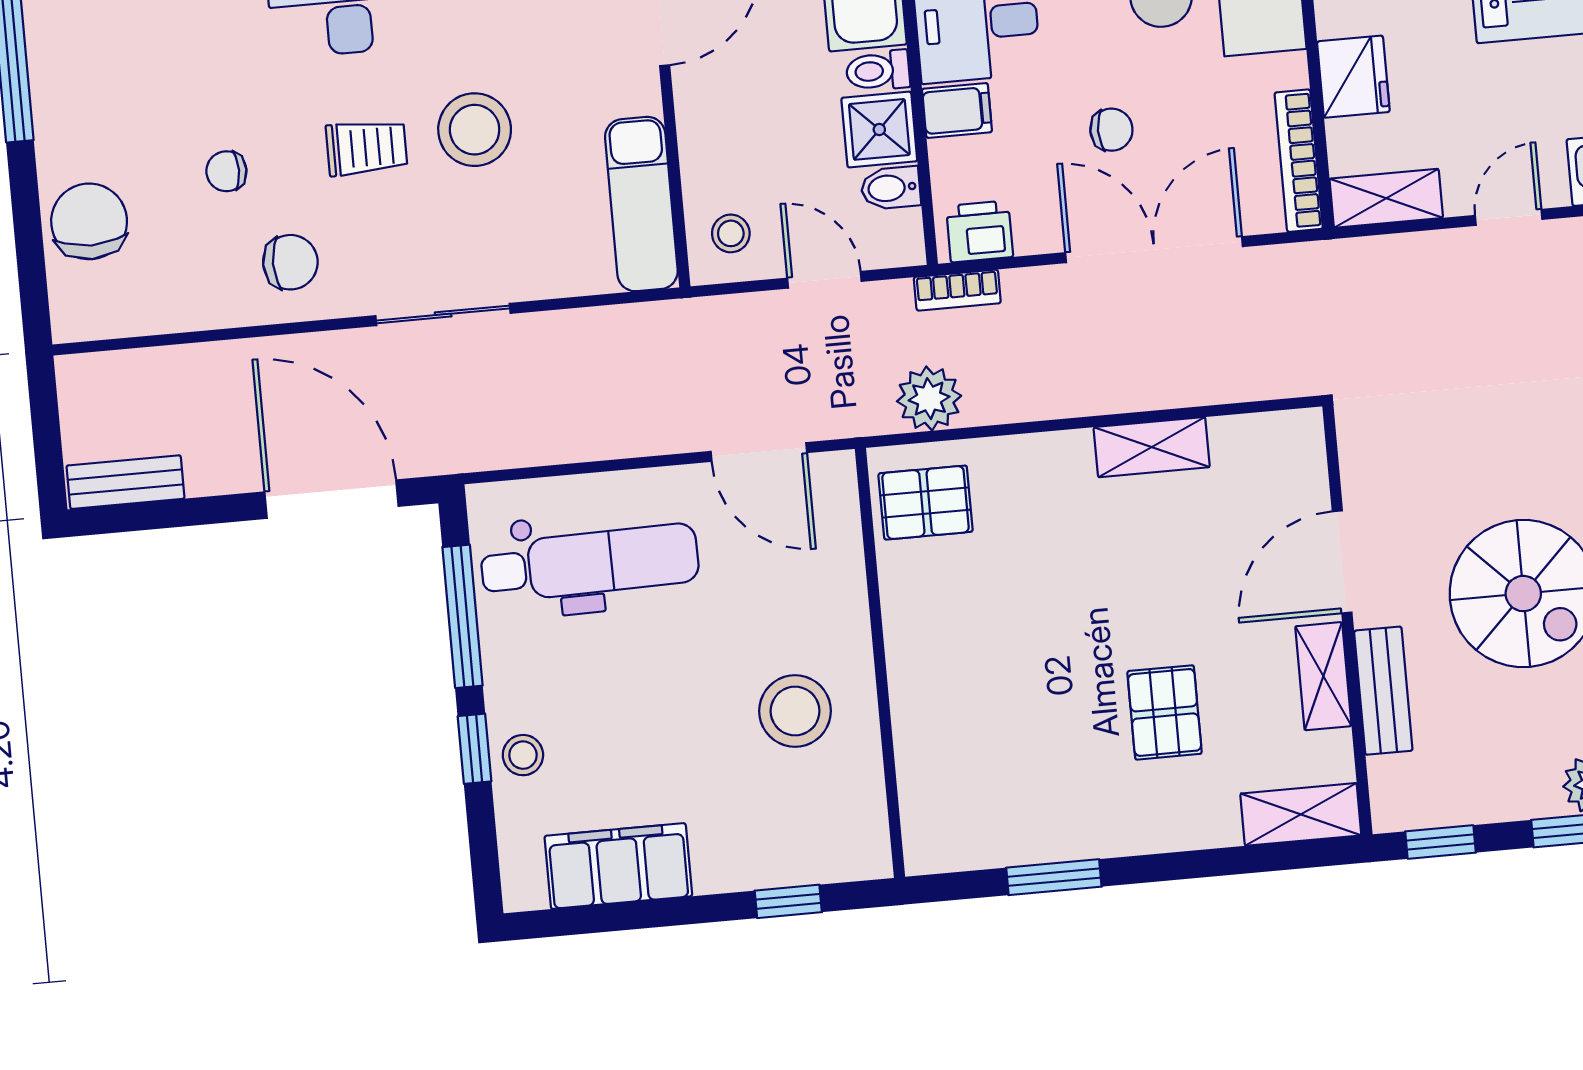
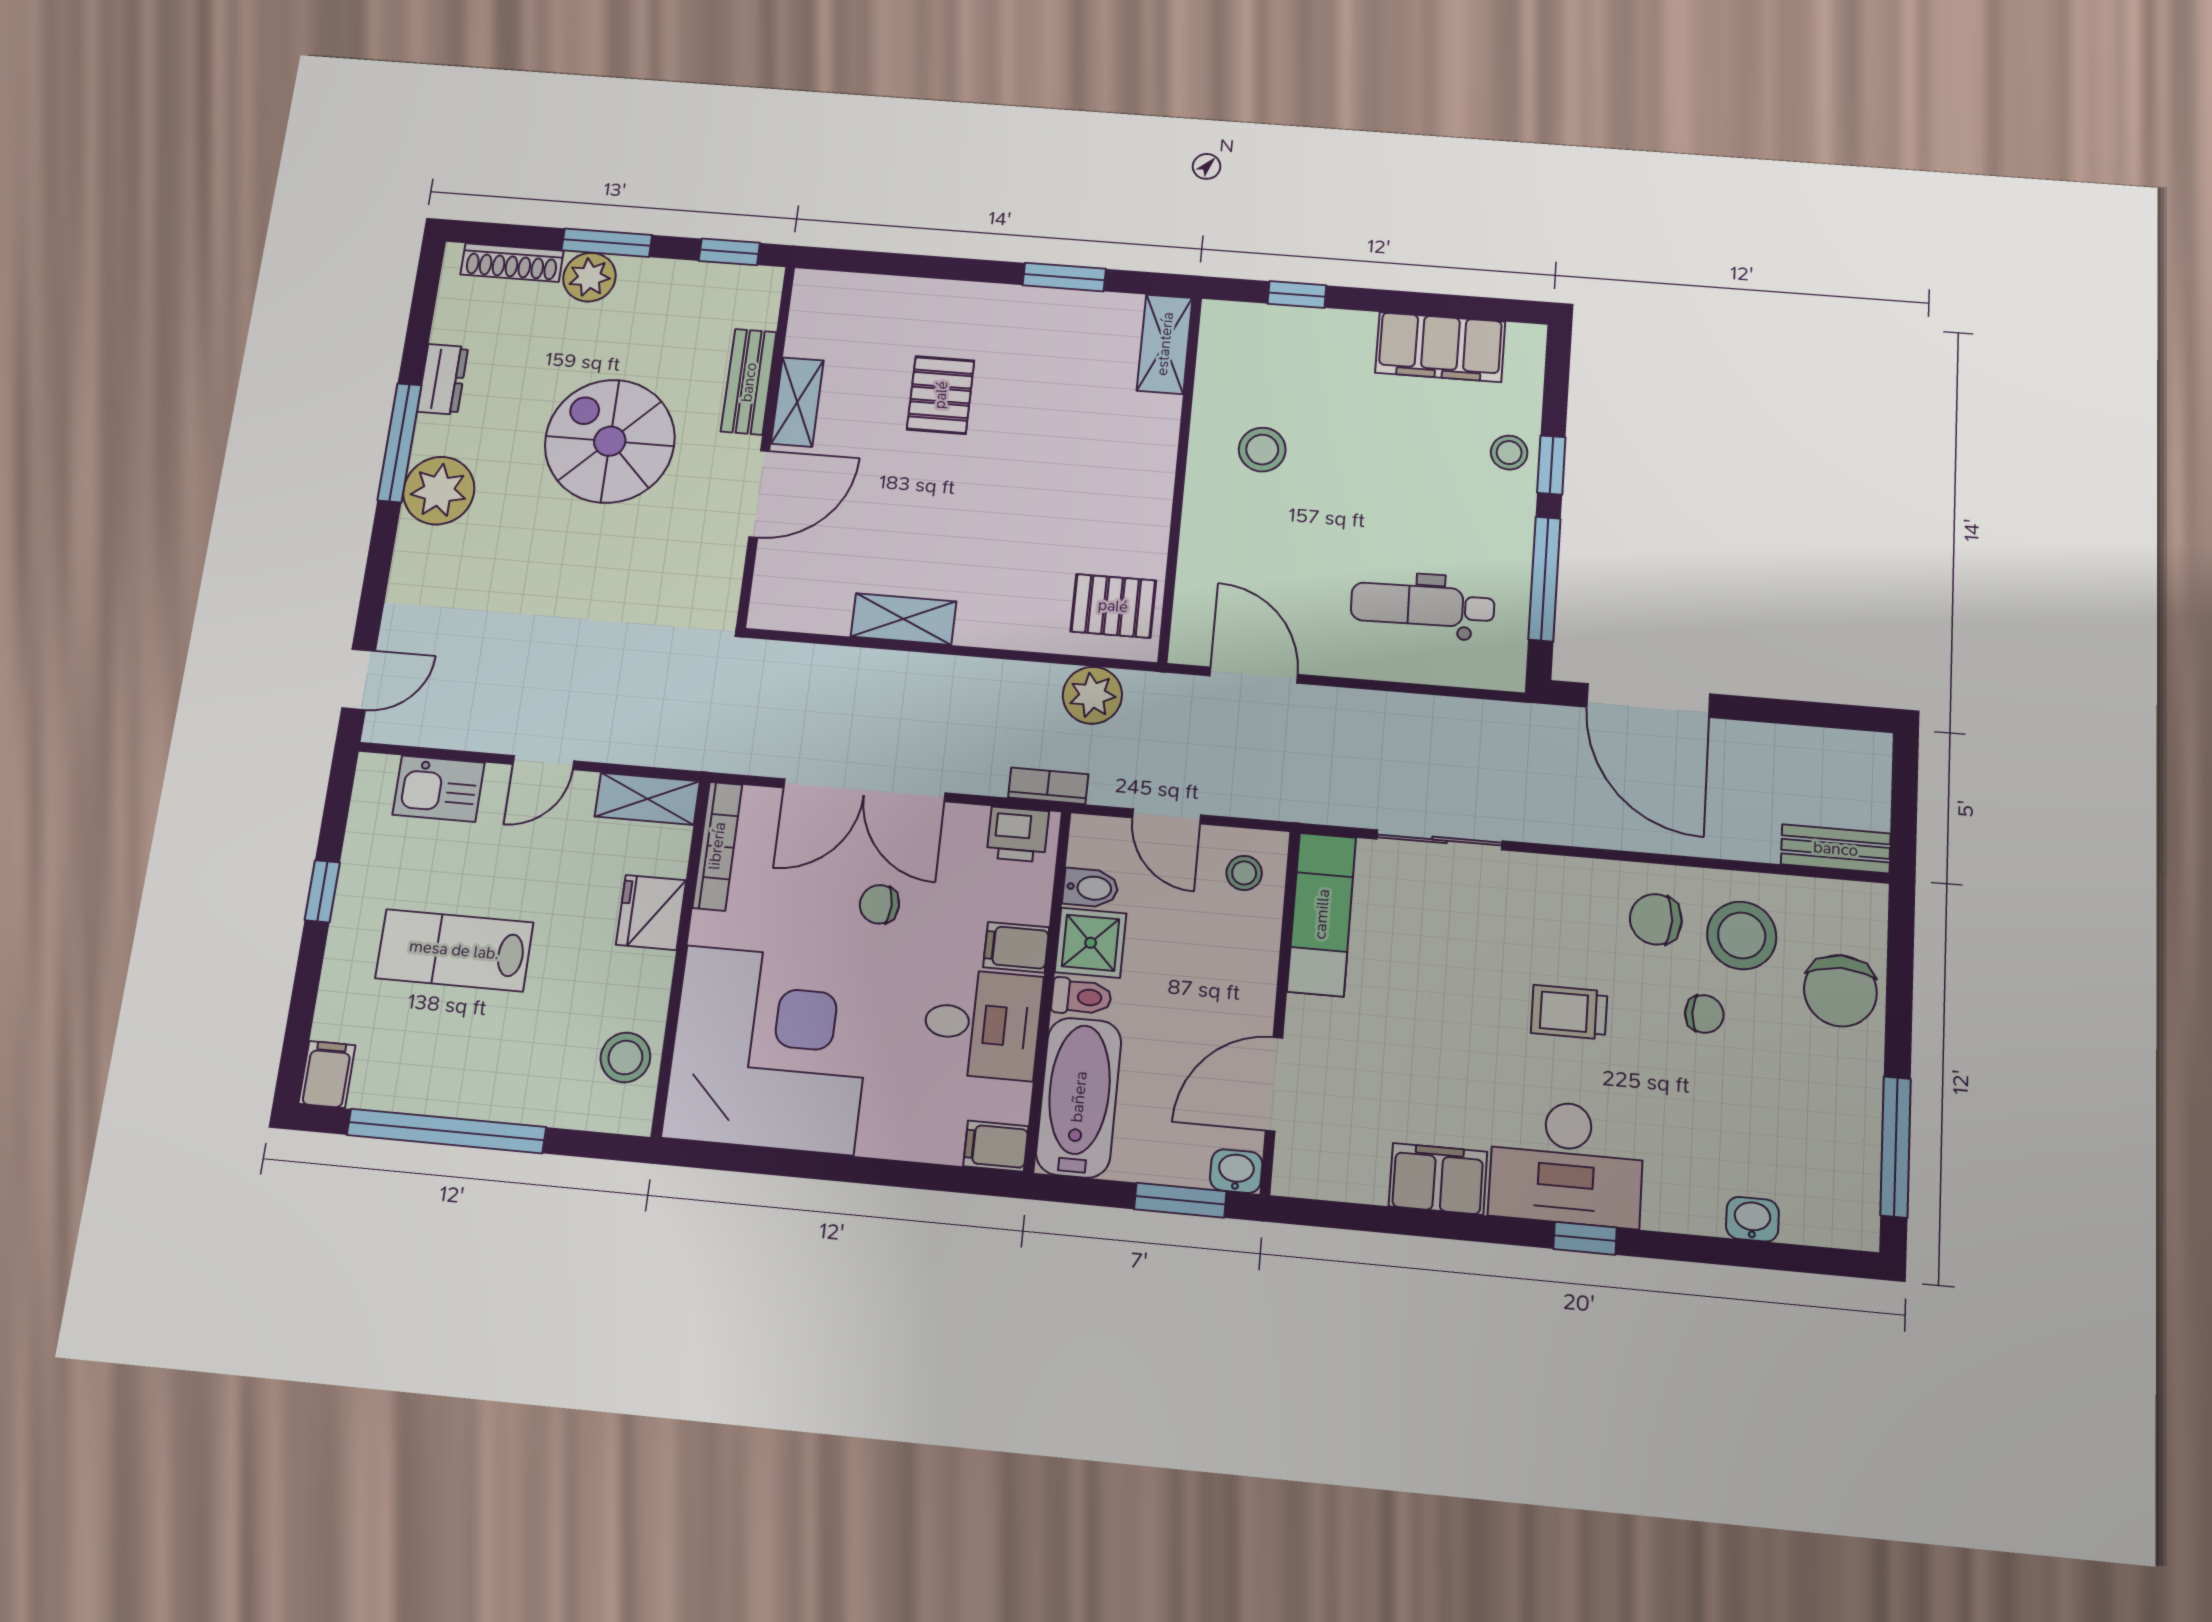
stool: (475, 130) -> (1742, 935), moved
sliding door: (443, 314) -> (1440, 840), moved
bench: (126, 482) -> (1836, 849), moved
dental chair: (590, 563) -> (1423, 605), width x0.73, depth x0.72
stool: (795, 711) -> (1262, 450), width x0.73, depth x0.73
shelving: (1301, 814) -> (1165, 344), moved, turned 90

